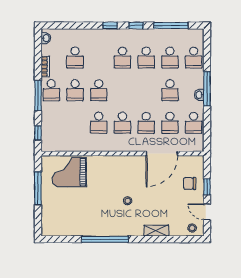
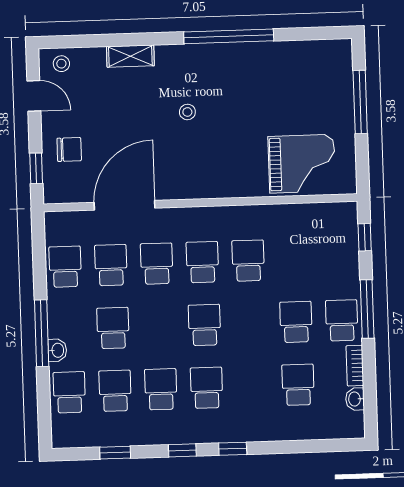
window: (171, 26) -> (115, 453), width x0.46
washbasin: (46, 38) -> (355, 399), moved
school desk: (99, 90) -> (204, 325), moved
washbasin: (199, 95) -> (57, 350), moved
window: (207, 187) -> (36, 168), moved
window: (38, 188) -> (360, 102), moved

